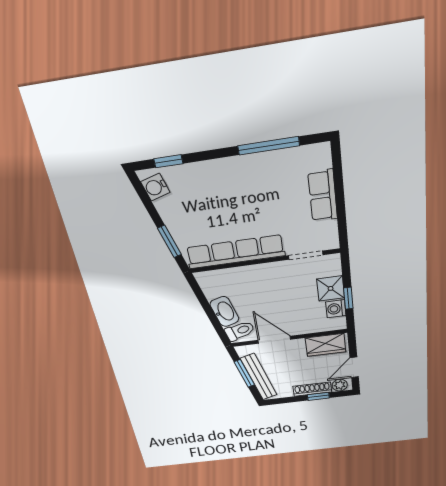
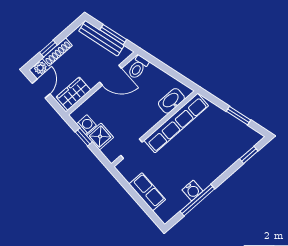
water cooler: (155, 187) -> (192, 190), moved, turned 106
window: (169, 241) -> (238, 116), moved
washbasin: (224, 312) -> (171, 101), moved, turned 106

